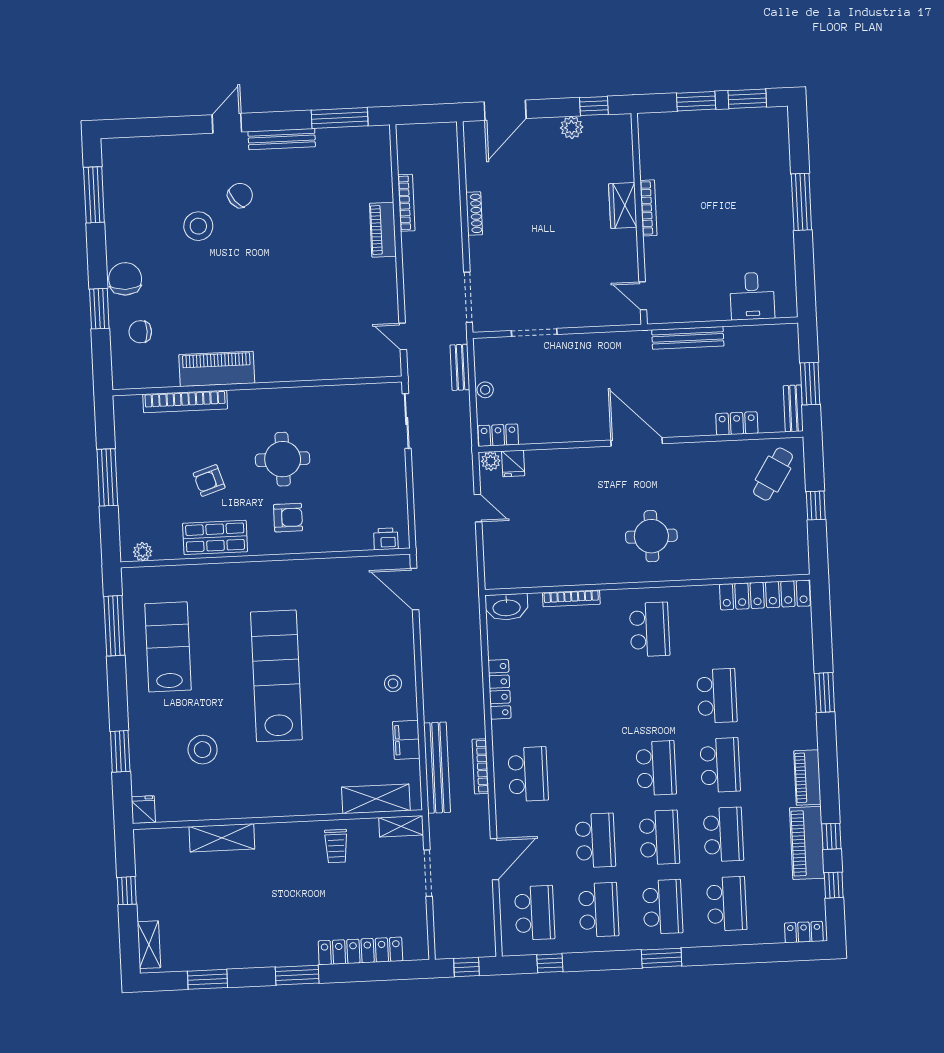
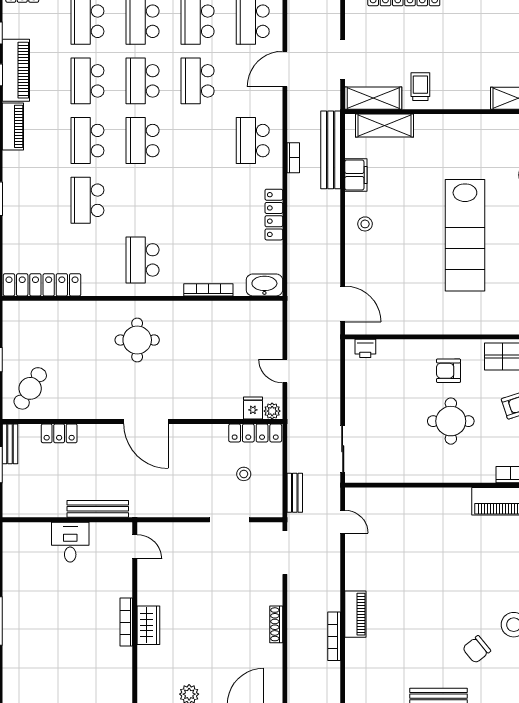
desk: (752, 296) -> (70, 542), moved
stool: (485, 390) -> (244, 474), moved
locker: (498, 435) -> (255, 433), width x1.53
bookcase: (480, 766) -> (293, 158), width x0.64
shelving: (401, 826) -> (373, 98), width x1.50, depth x1.33

